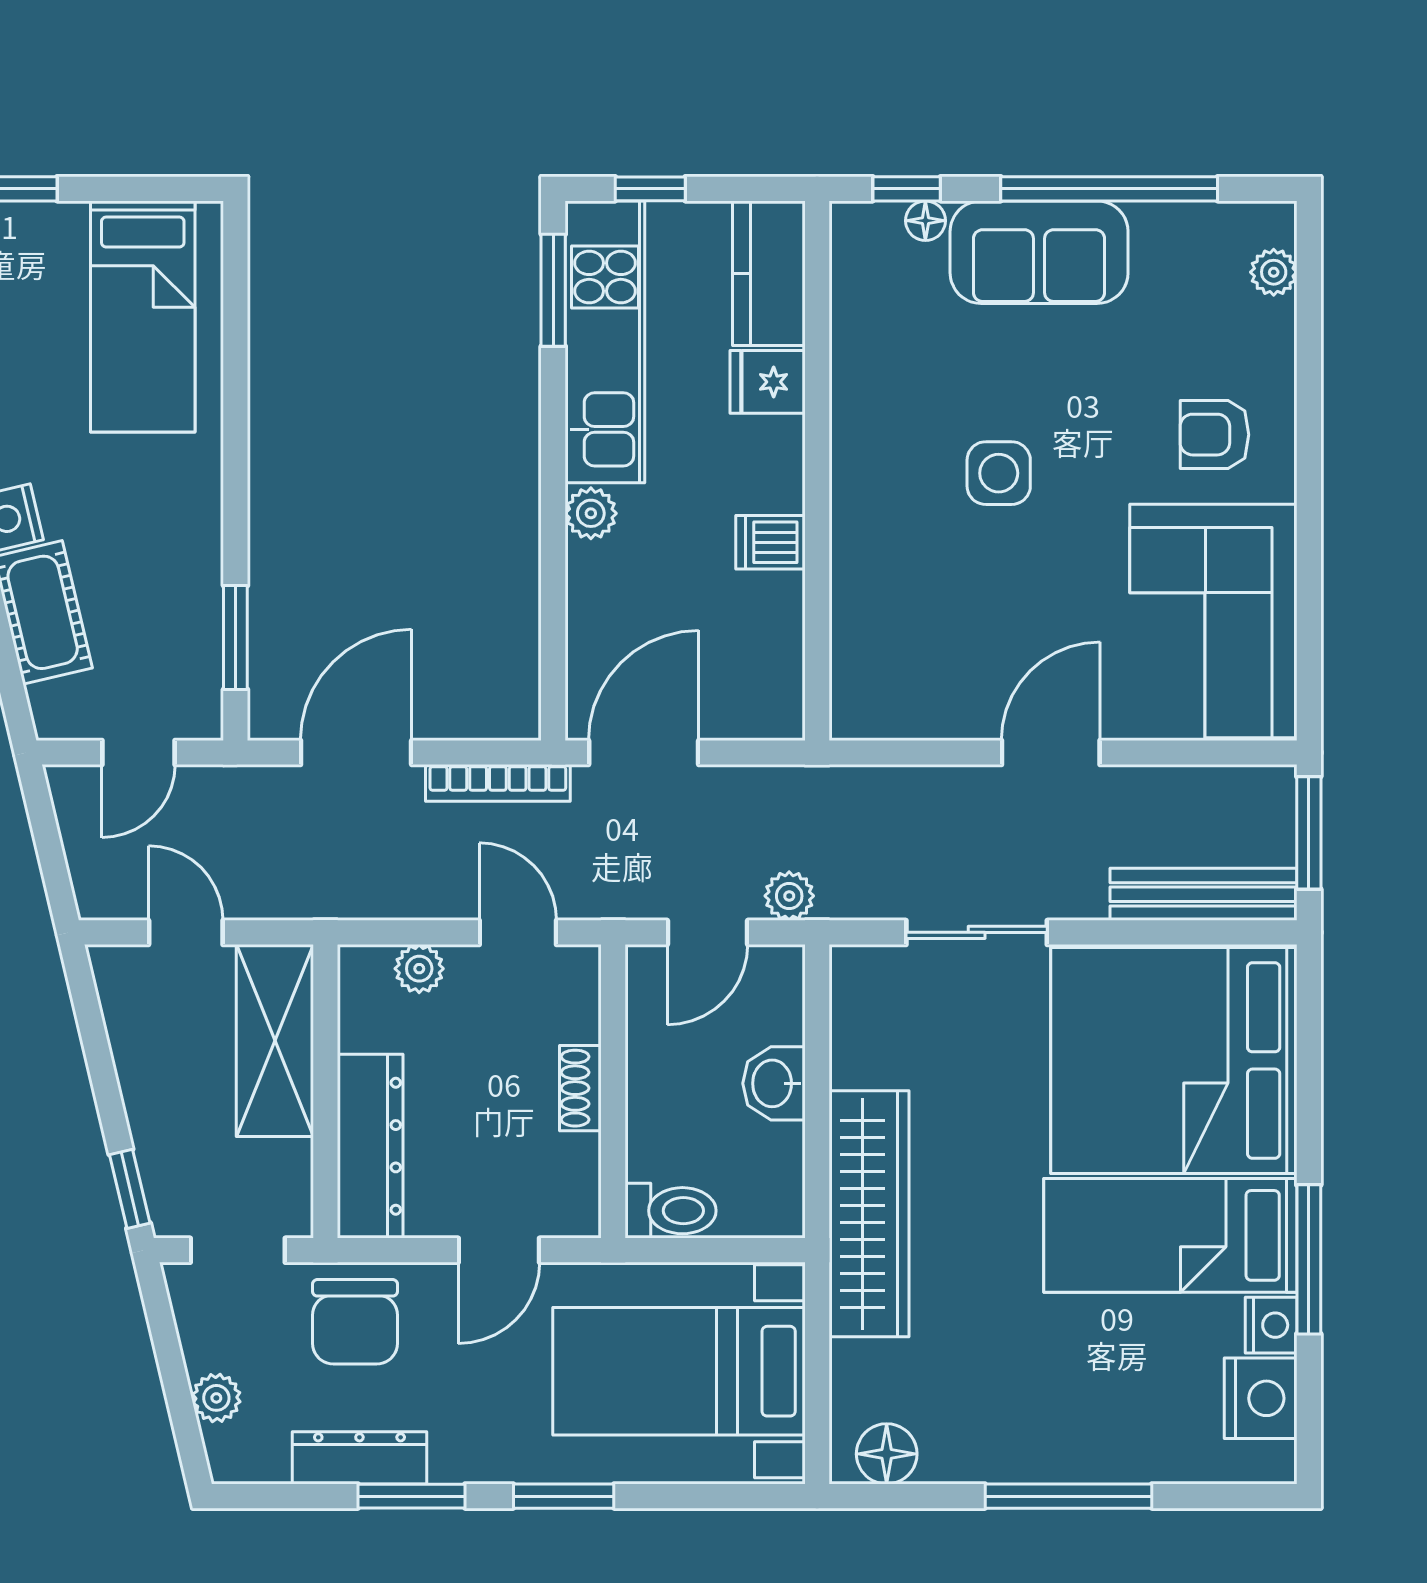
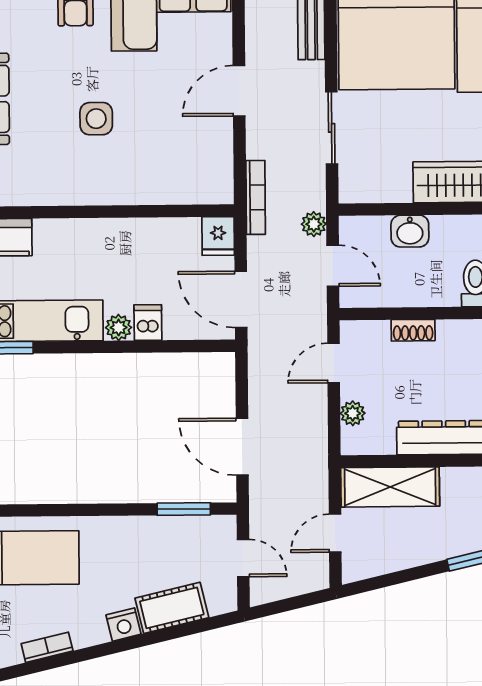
fridge: (768, 382) -> (218, 236), moved
dishwasher: (771, 542) -> (148, 323), moved, turned 180
door: (1051, 752) -> (239, 91), hinge flipped
bookcase: (498, 783) -> (256, 197), moved

